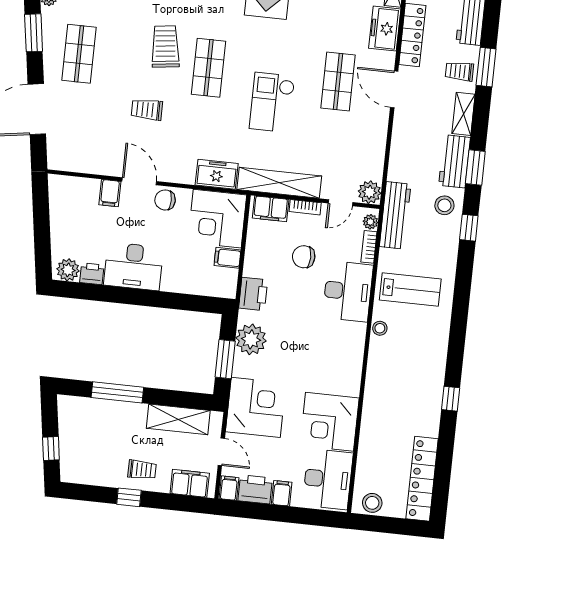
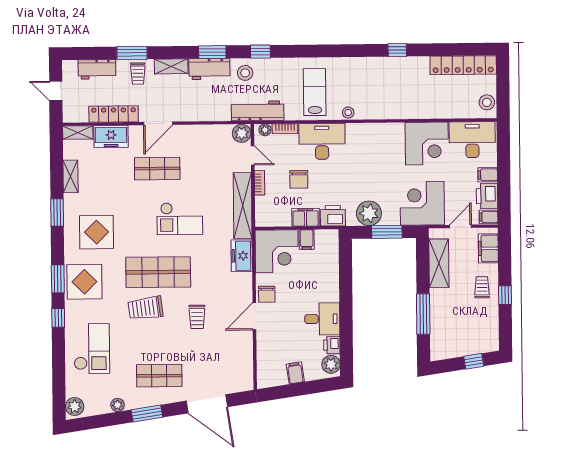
shop shelf: (208, 68) -> (158, 272), width x1.43, depth x1.36
filing cabinet: (110, 193) -> (295, 373), moved, turned -98
filing cabinet: (271, 209) -> (306, 217), moved, turned -90
desk: (134, 266) -> (322, 319), width x0.73

